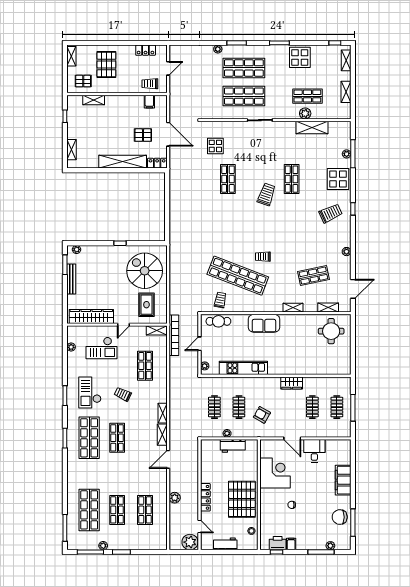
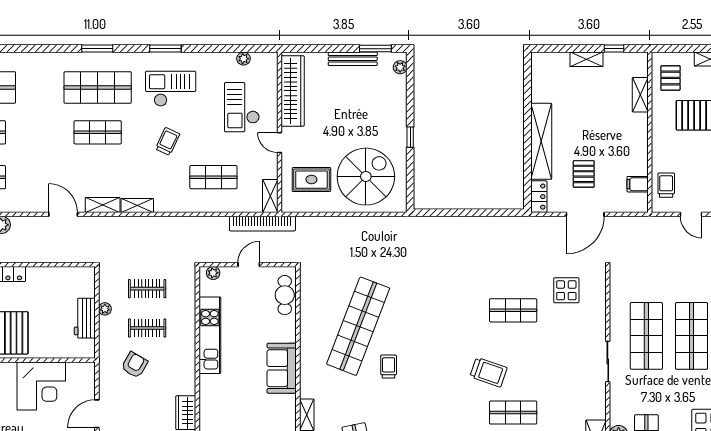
shelving: (72, 150) -> (586, 59), moved
trolley: (220, 300) -> (319, 298), removed
door: (199, 344) -> (249, 265), hinge flipped

